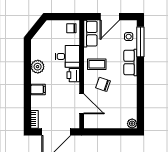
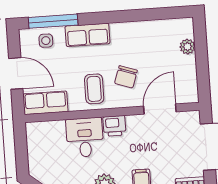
chair: (71, 28) -> (39, 134), removed
plant: (132, 124) -> (187, 47), moved

